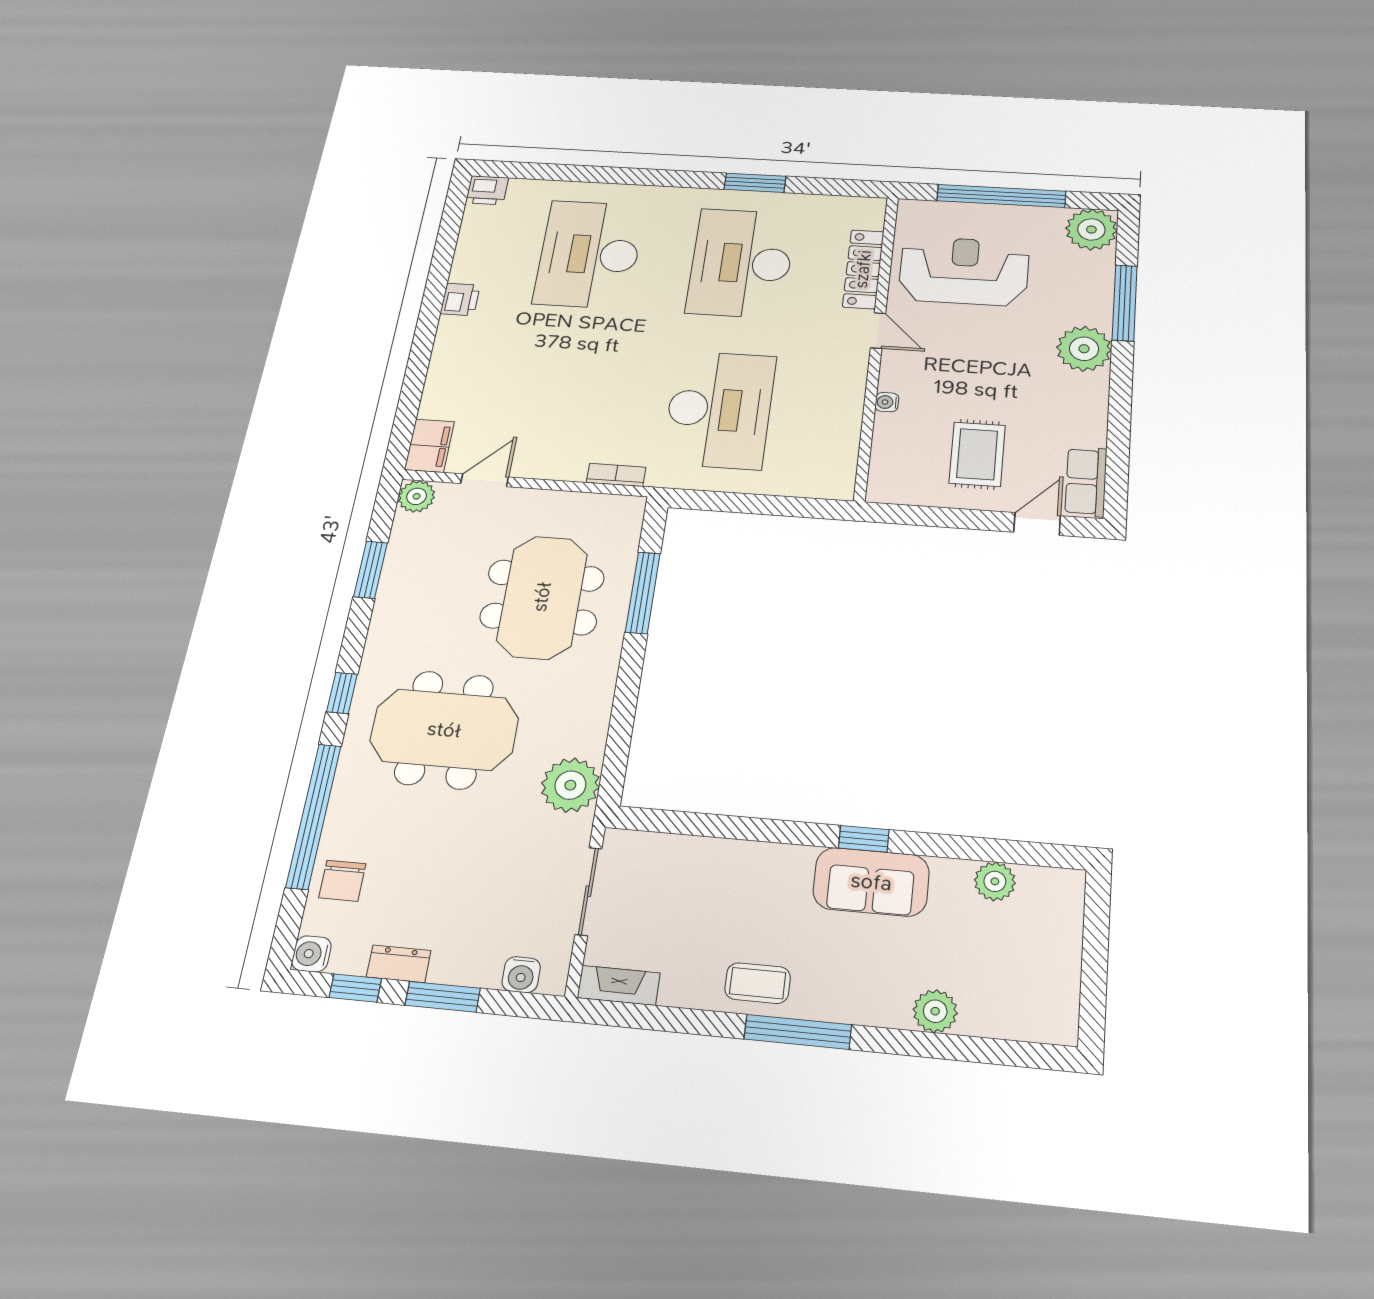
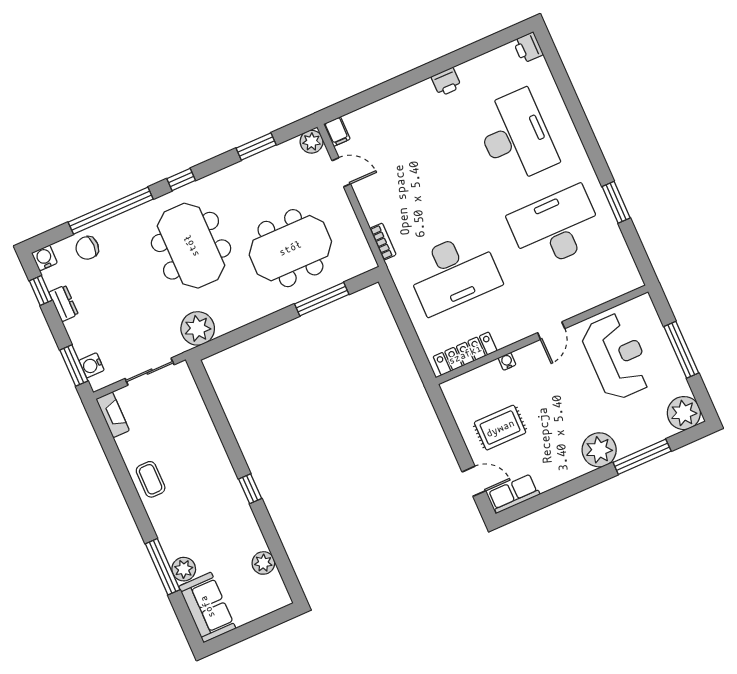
window: (1001, 196) -> (681, 350), width x0.68
desk: (589, 254) -> (516, 137), turned 90
locker: (863, 269) -> (465, 354), moved
filing cabinet: (429, 446) -> (337, 132), width x0.50
sofa: (871, 882) -> (207, 607), moved, turned 180
window: (443, 997) -> (74, 365), moved
window: (798, 1032) -> (163, 567), moved

